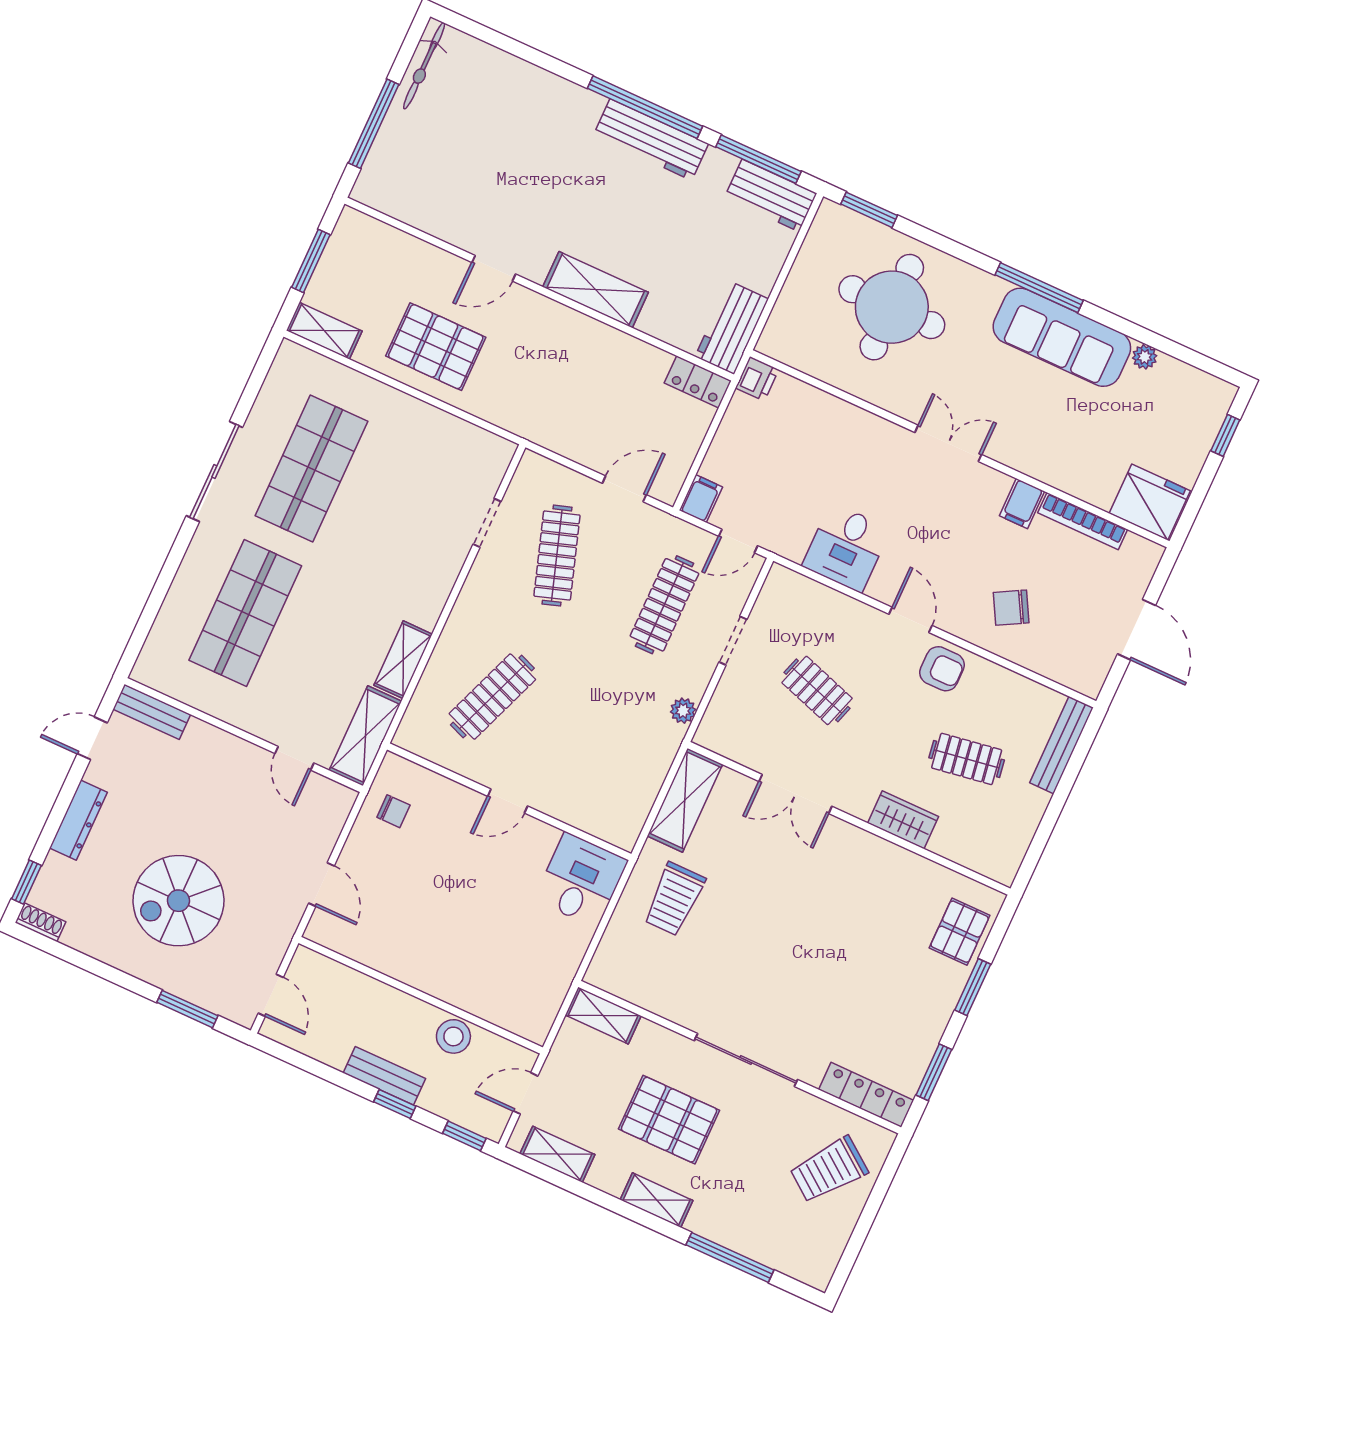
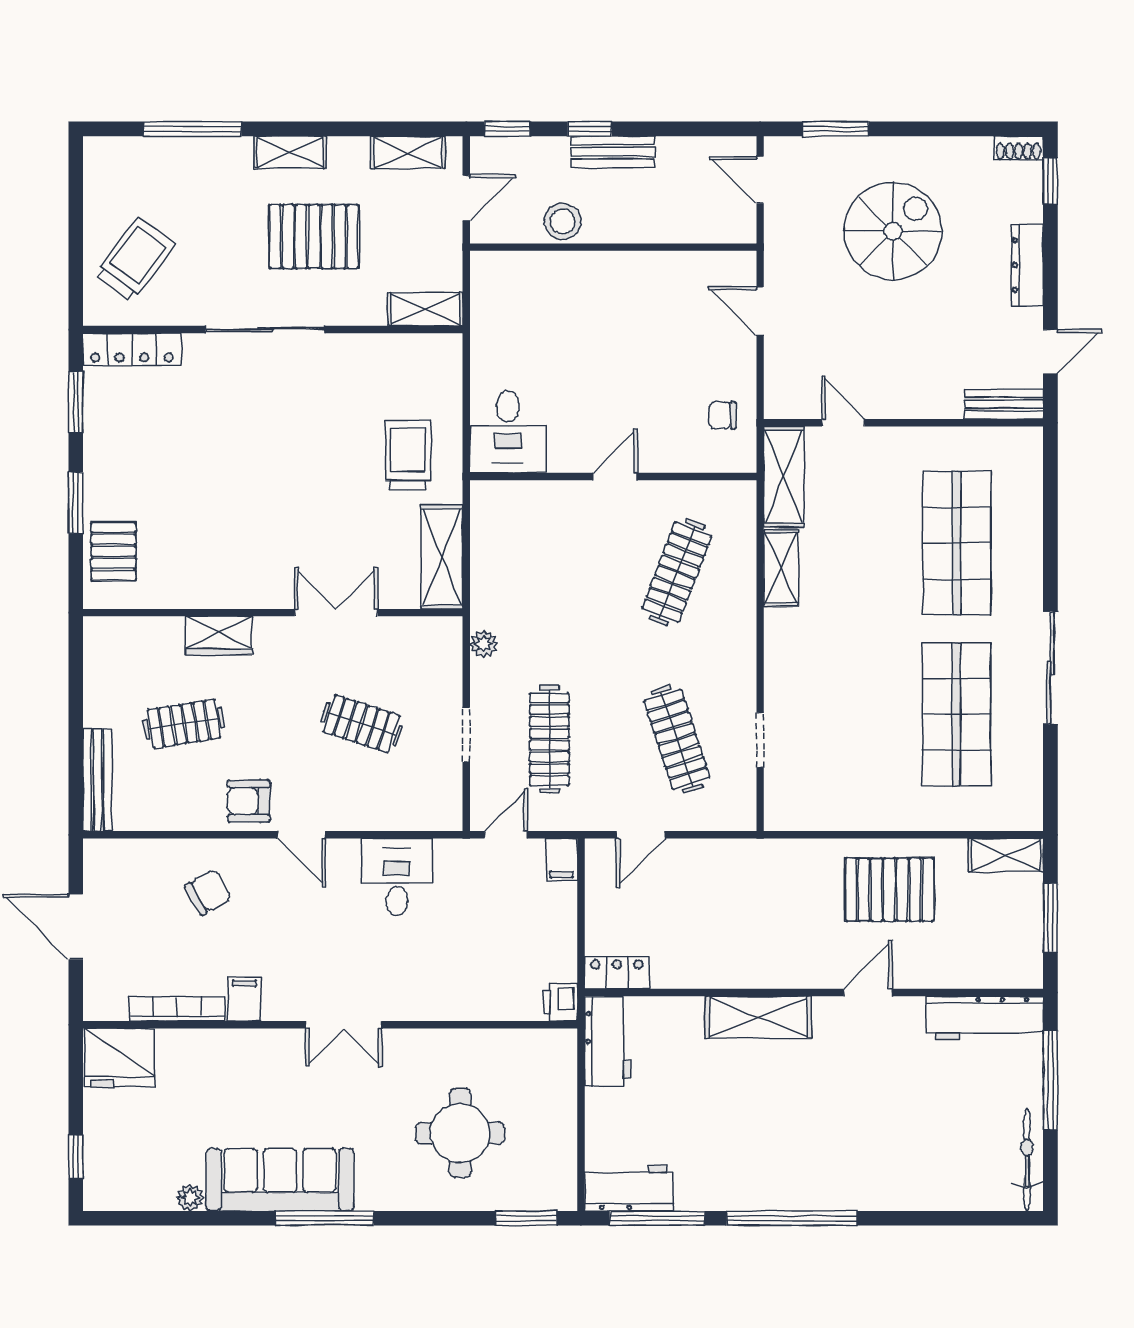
workbench: (651, 140) -> (985, 1018), moved, turned 180
round table: (892, 307) -> (460, 1133), width x0.73, depth x0.73

